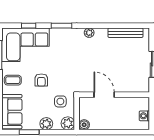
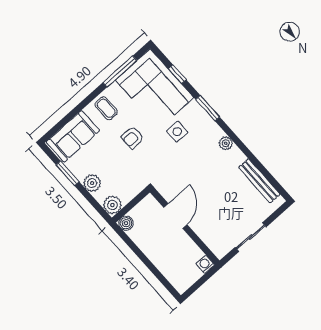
side table: (60, 101) -> (177, 132), moved
washing machine: (144, 116) -> (205, 264), moved

